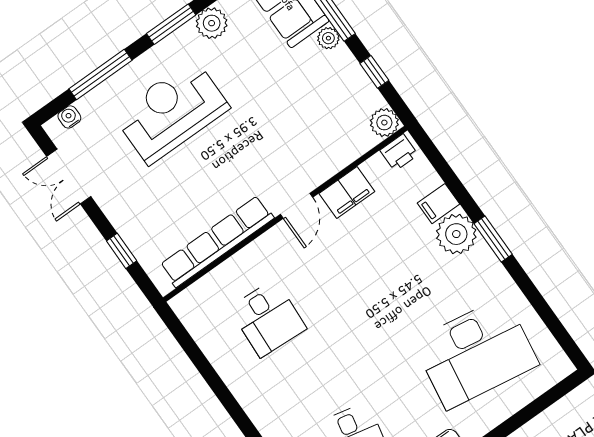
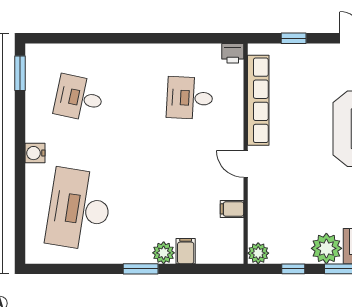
plant: (328, 38) -> (326, 248), width x1.88, depth x1.88
printer: (399, 152) -> (233, 53), moved, turned -90
filing cabinet: (347, 192) -> (232, 209), width x0.50
plant: (456, 234) -> (164, 253), width x0.73, depth x0.73

